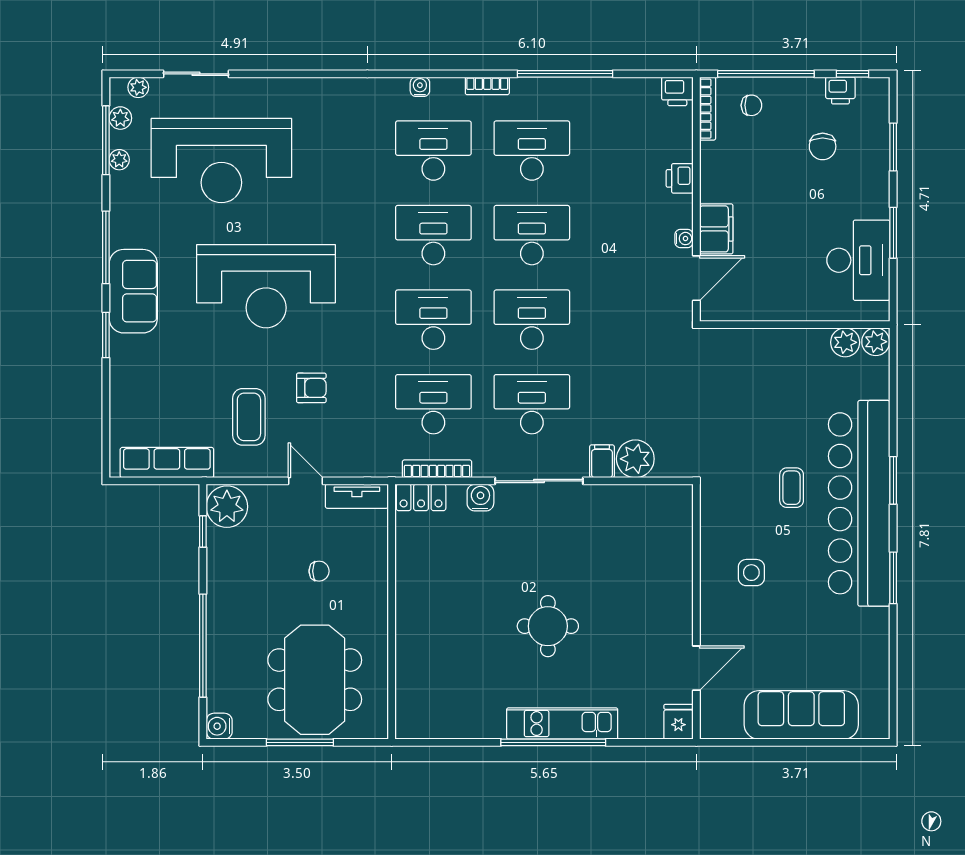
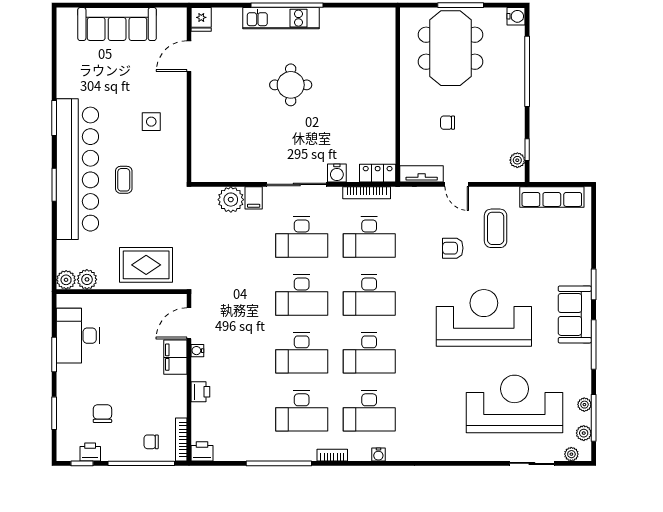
rug: (759, 363) -> (146, 265), added
plant: (227, 507) -> (517, 160), width x0.53, depth x0.53

